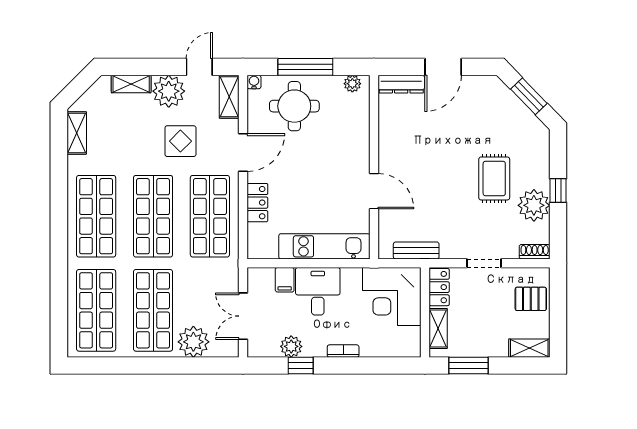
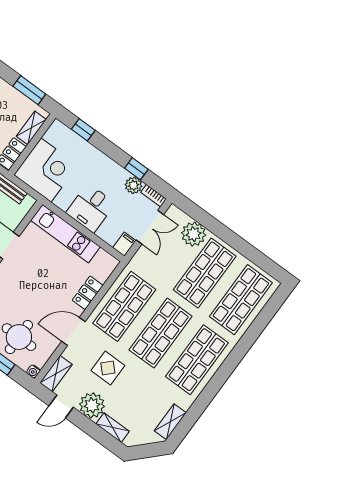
filing cabinet: (285, 280) -> (124, 244), moved
bookcase: (343, 351) -> (154, 196), moved
window: (384, 366) -> (83, 130), added

